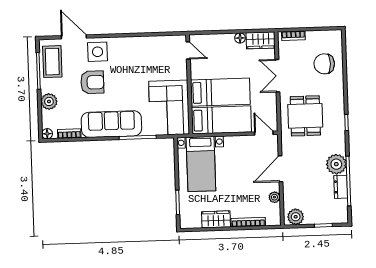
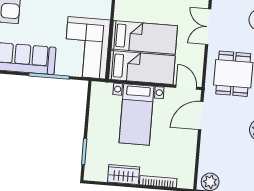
bed with nightstands: (201, 164) -> (137, 115), moved
door: (281, 169) -> (201, 116), moved
plant: (274, 197) -> (190, 158), removed

